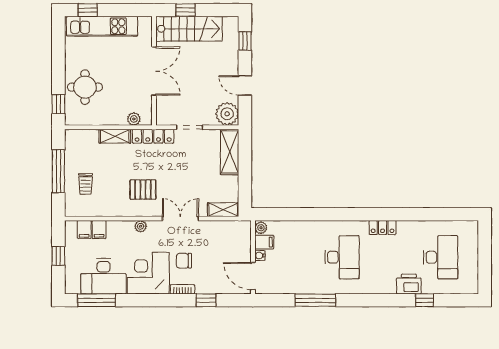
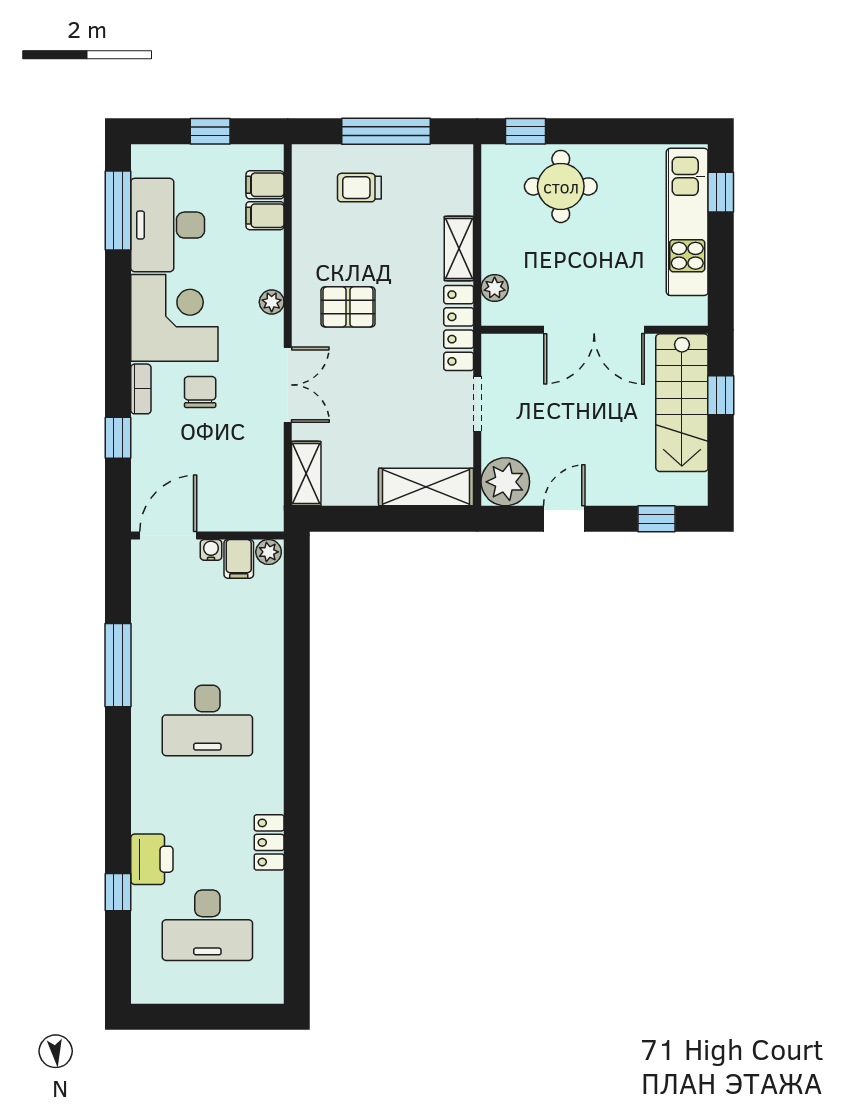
pallet: (143, 190) -> (348, 307), turned 90
locker: (383, 228) -> (269, 842), moved

